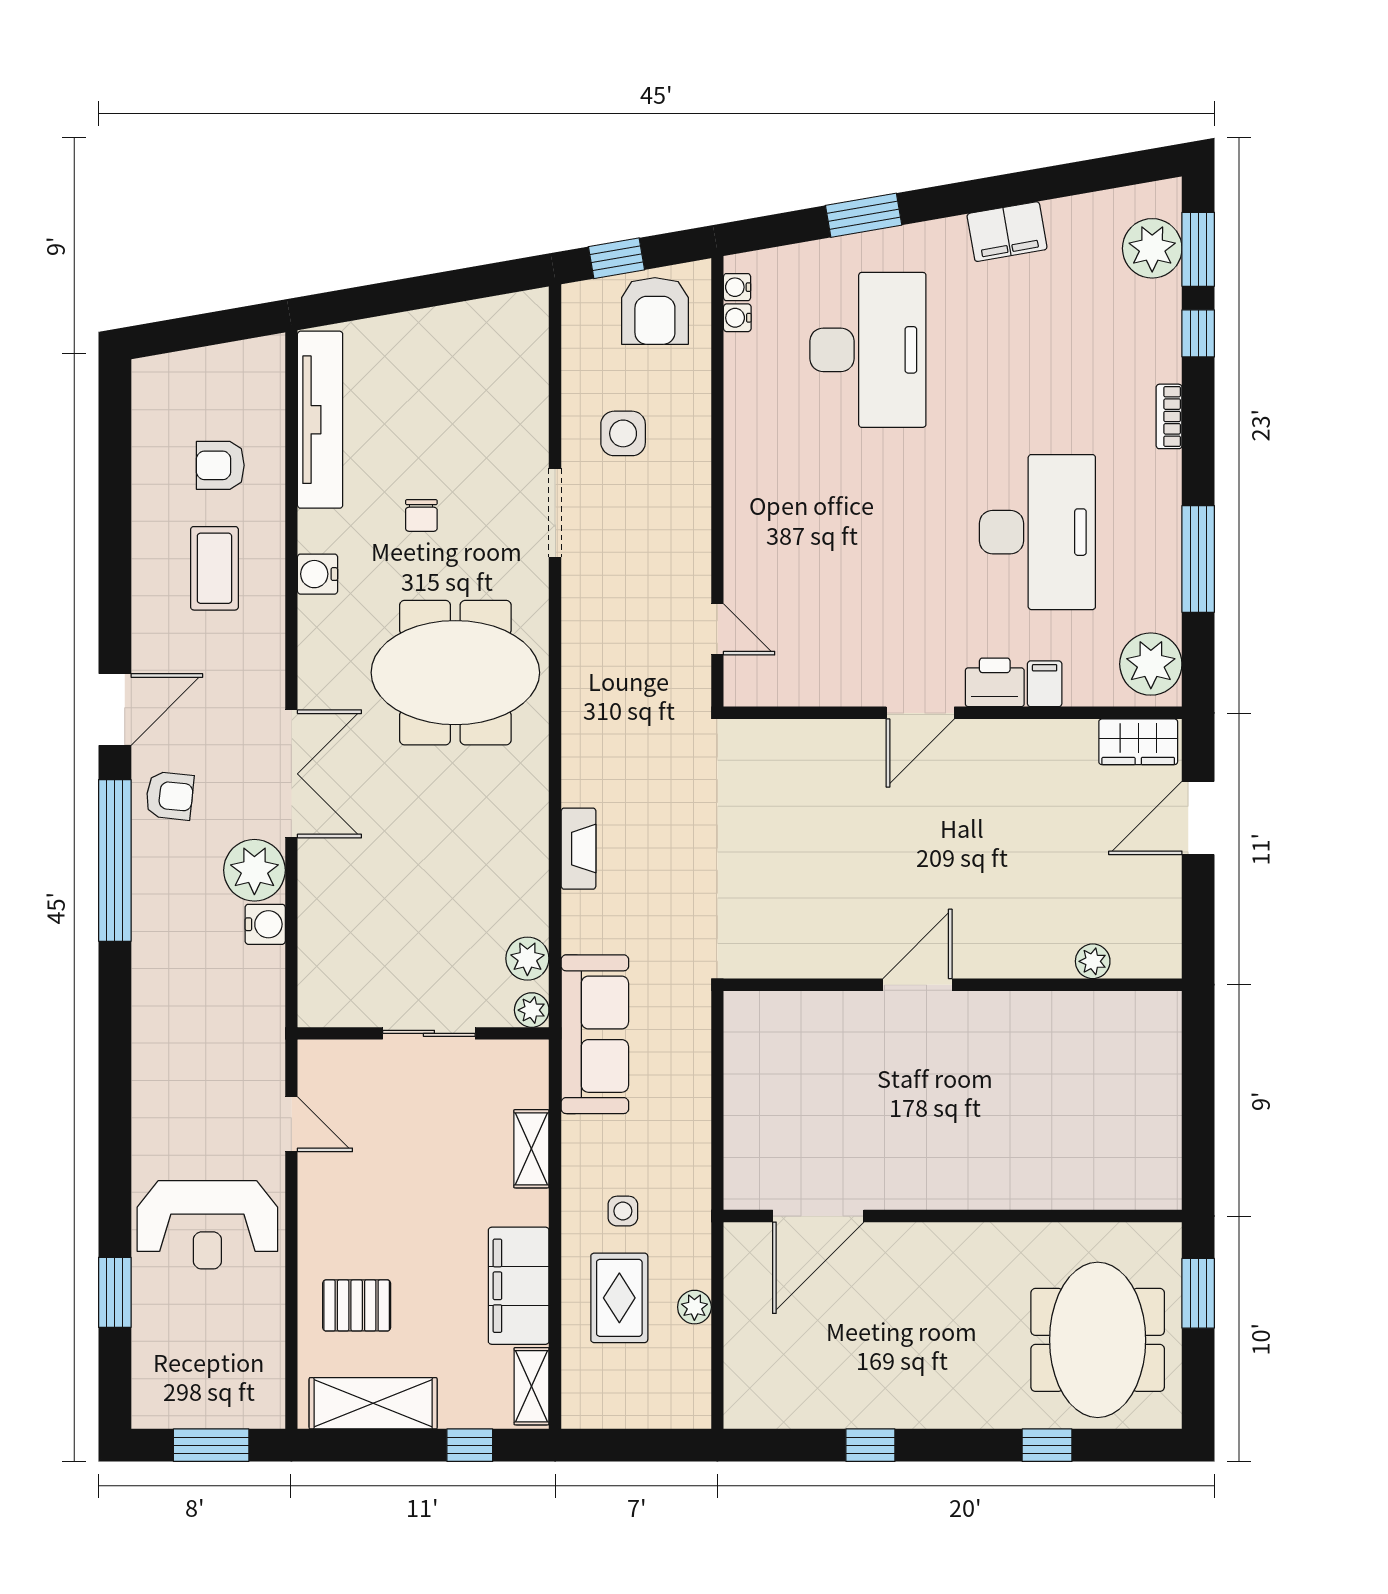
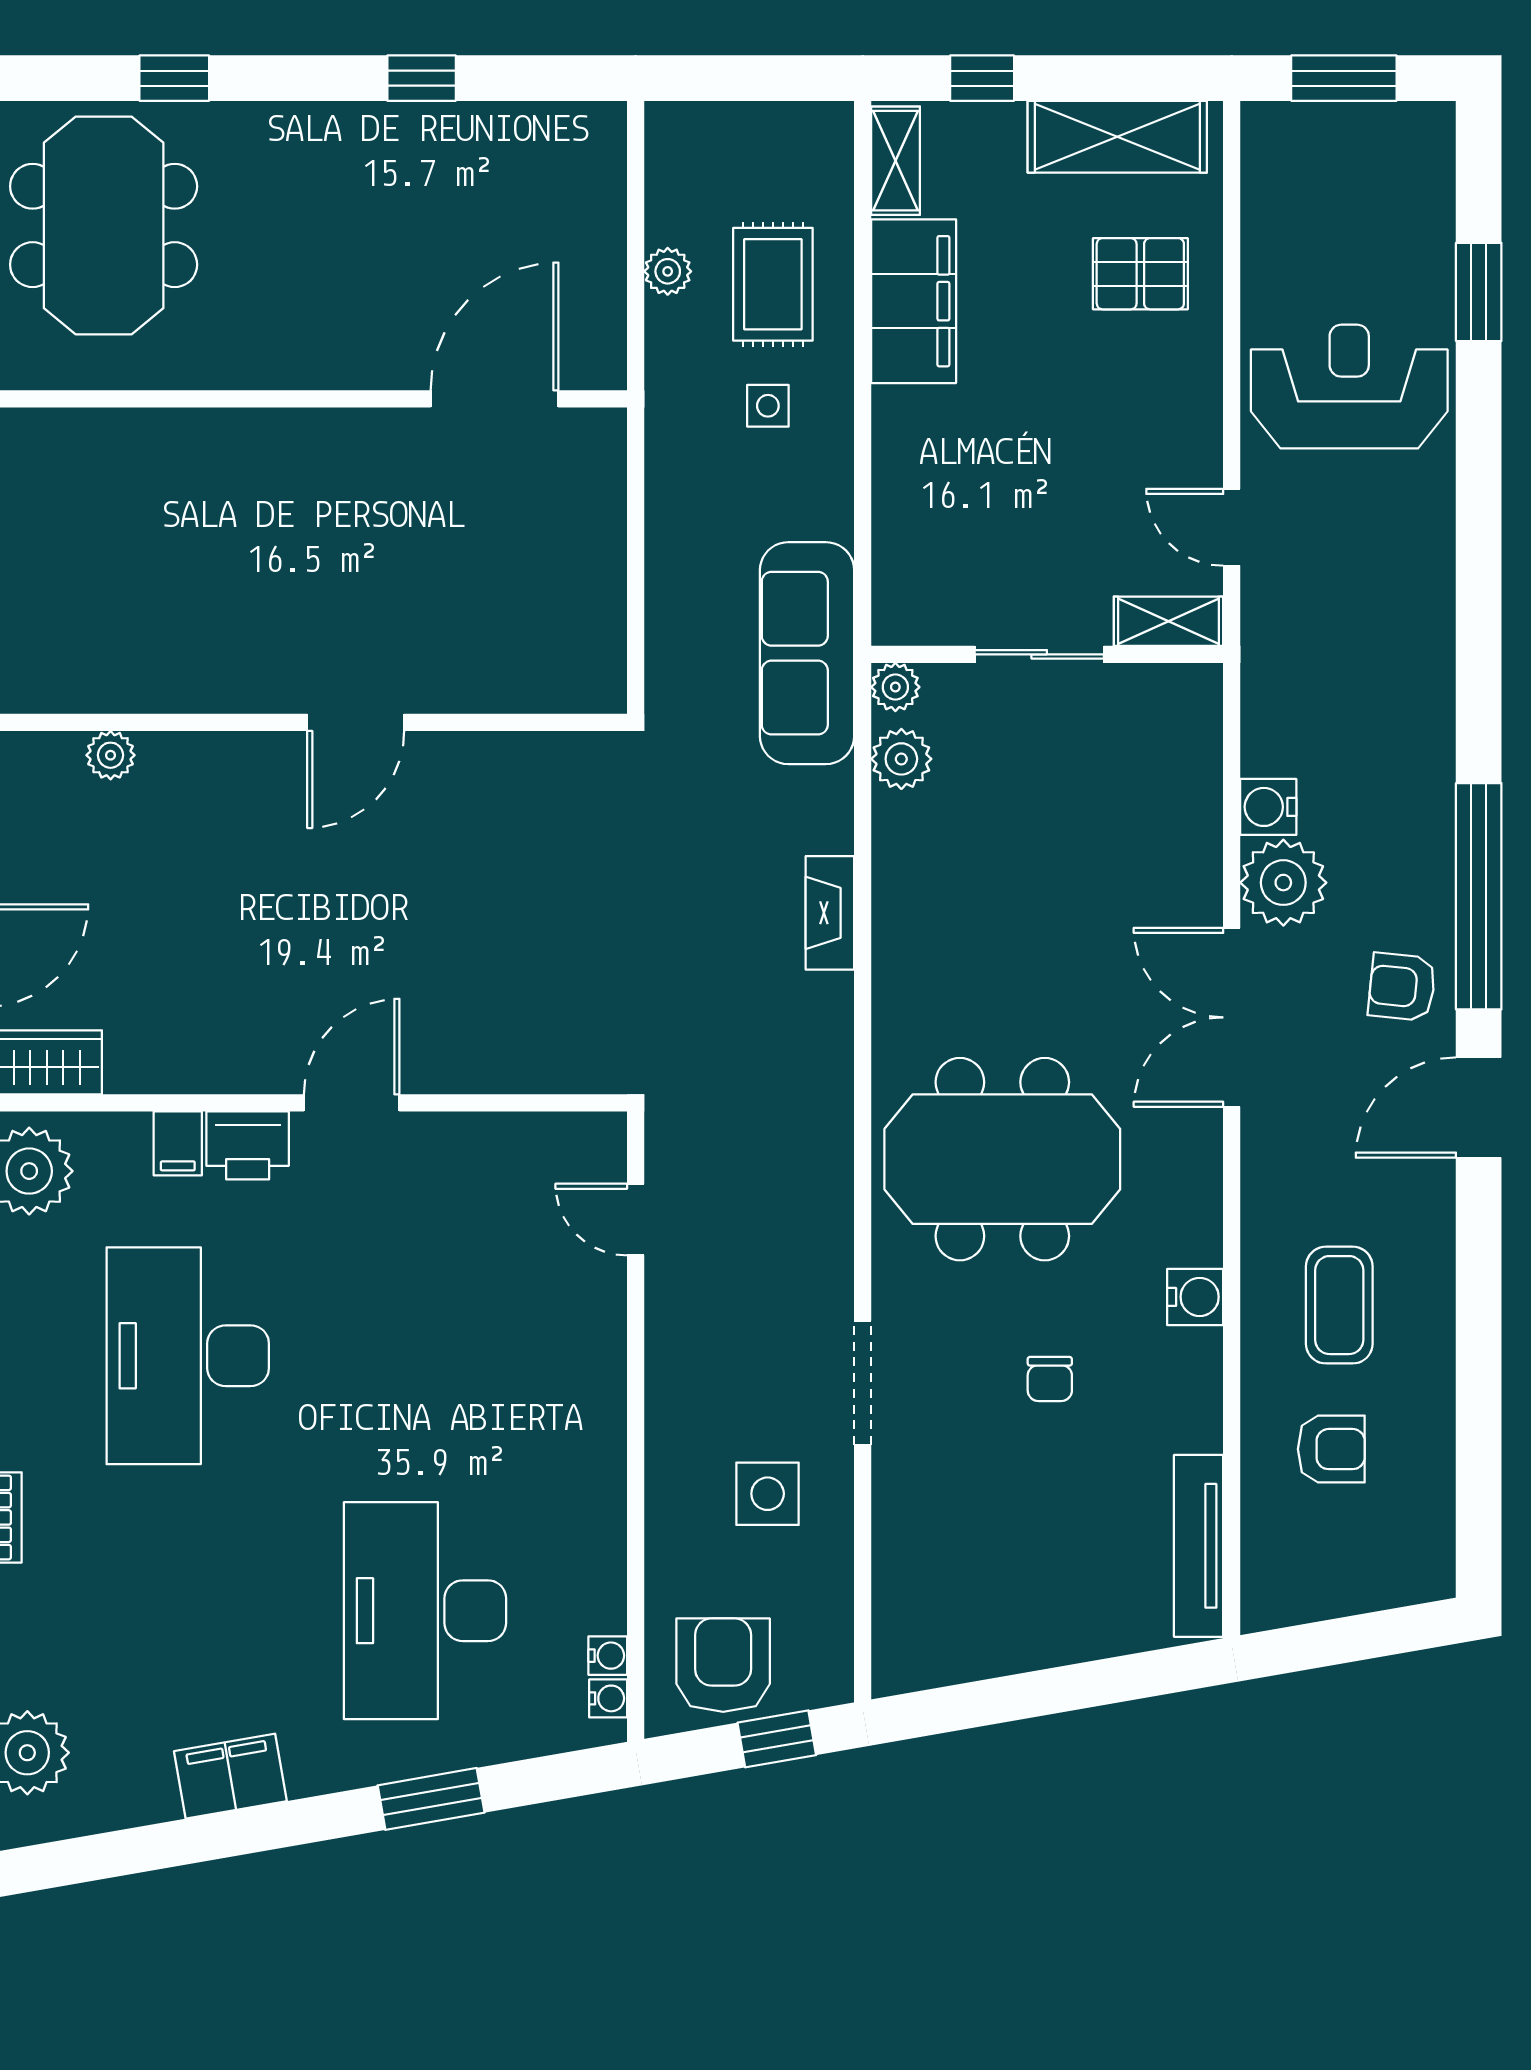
tv unit: (320, 420) -> (1199, 1546), width x0.73, depth x0.78
chair: (421, 515) -> (1050, 1379), turned 180
shelving: (531, 1149) -> (1169, 621), moved, turned 90

